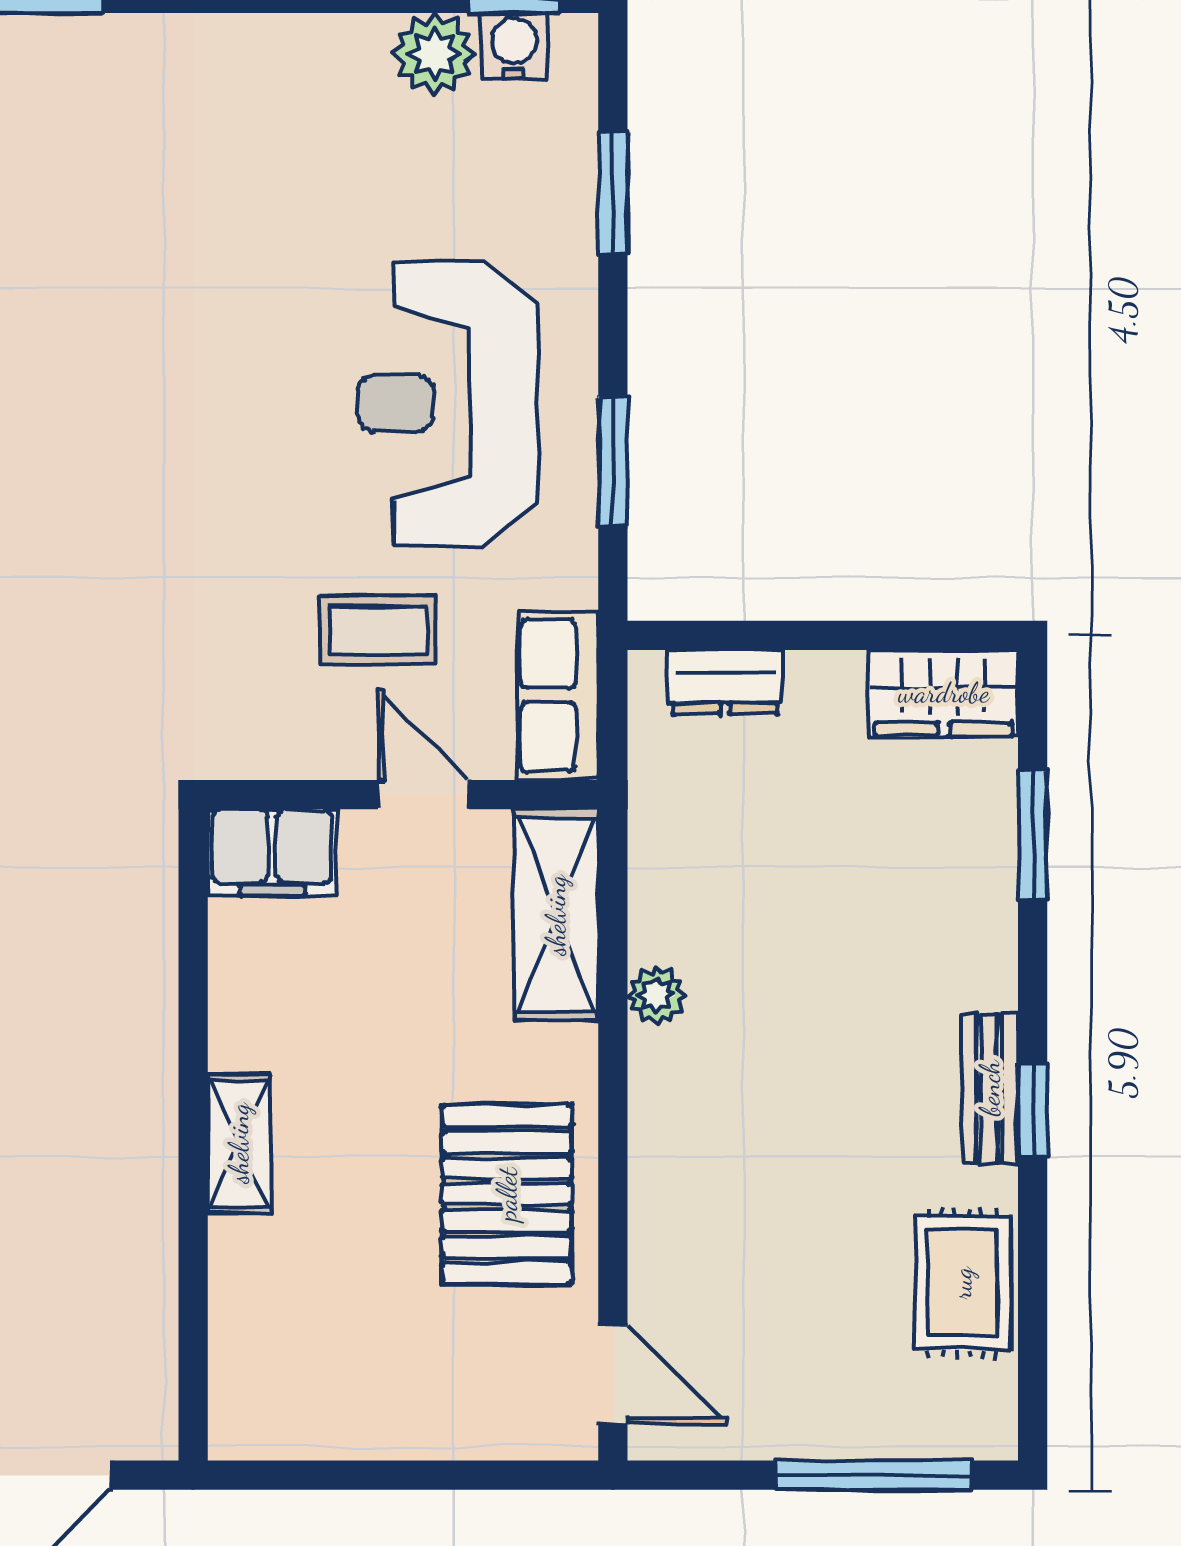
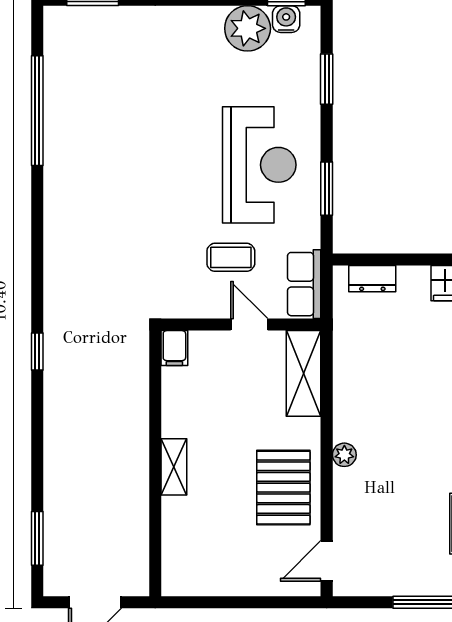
plant: (434, 54) -> (248, 28), width x1.36, depth x1.36
reception desk: (448, 403) -> (259, 165), turned 180
filing cabinet: (272, 852) -> (174, 348), width x0.50
plant: (656, 996) -> (344, 455), moved
door: (613, 1374) -> (327, 561), swing flipped

